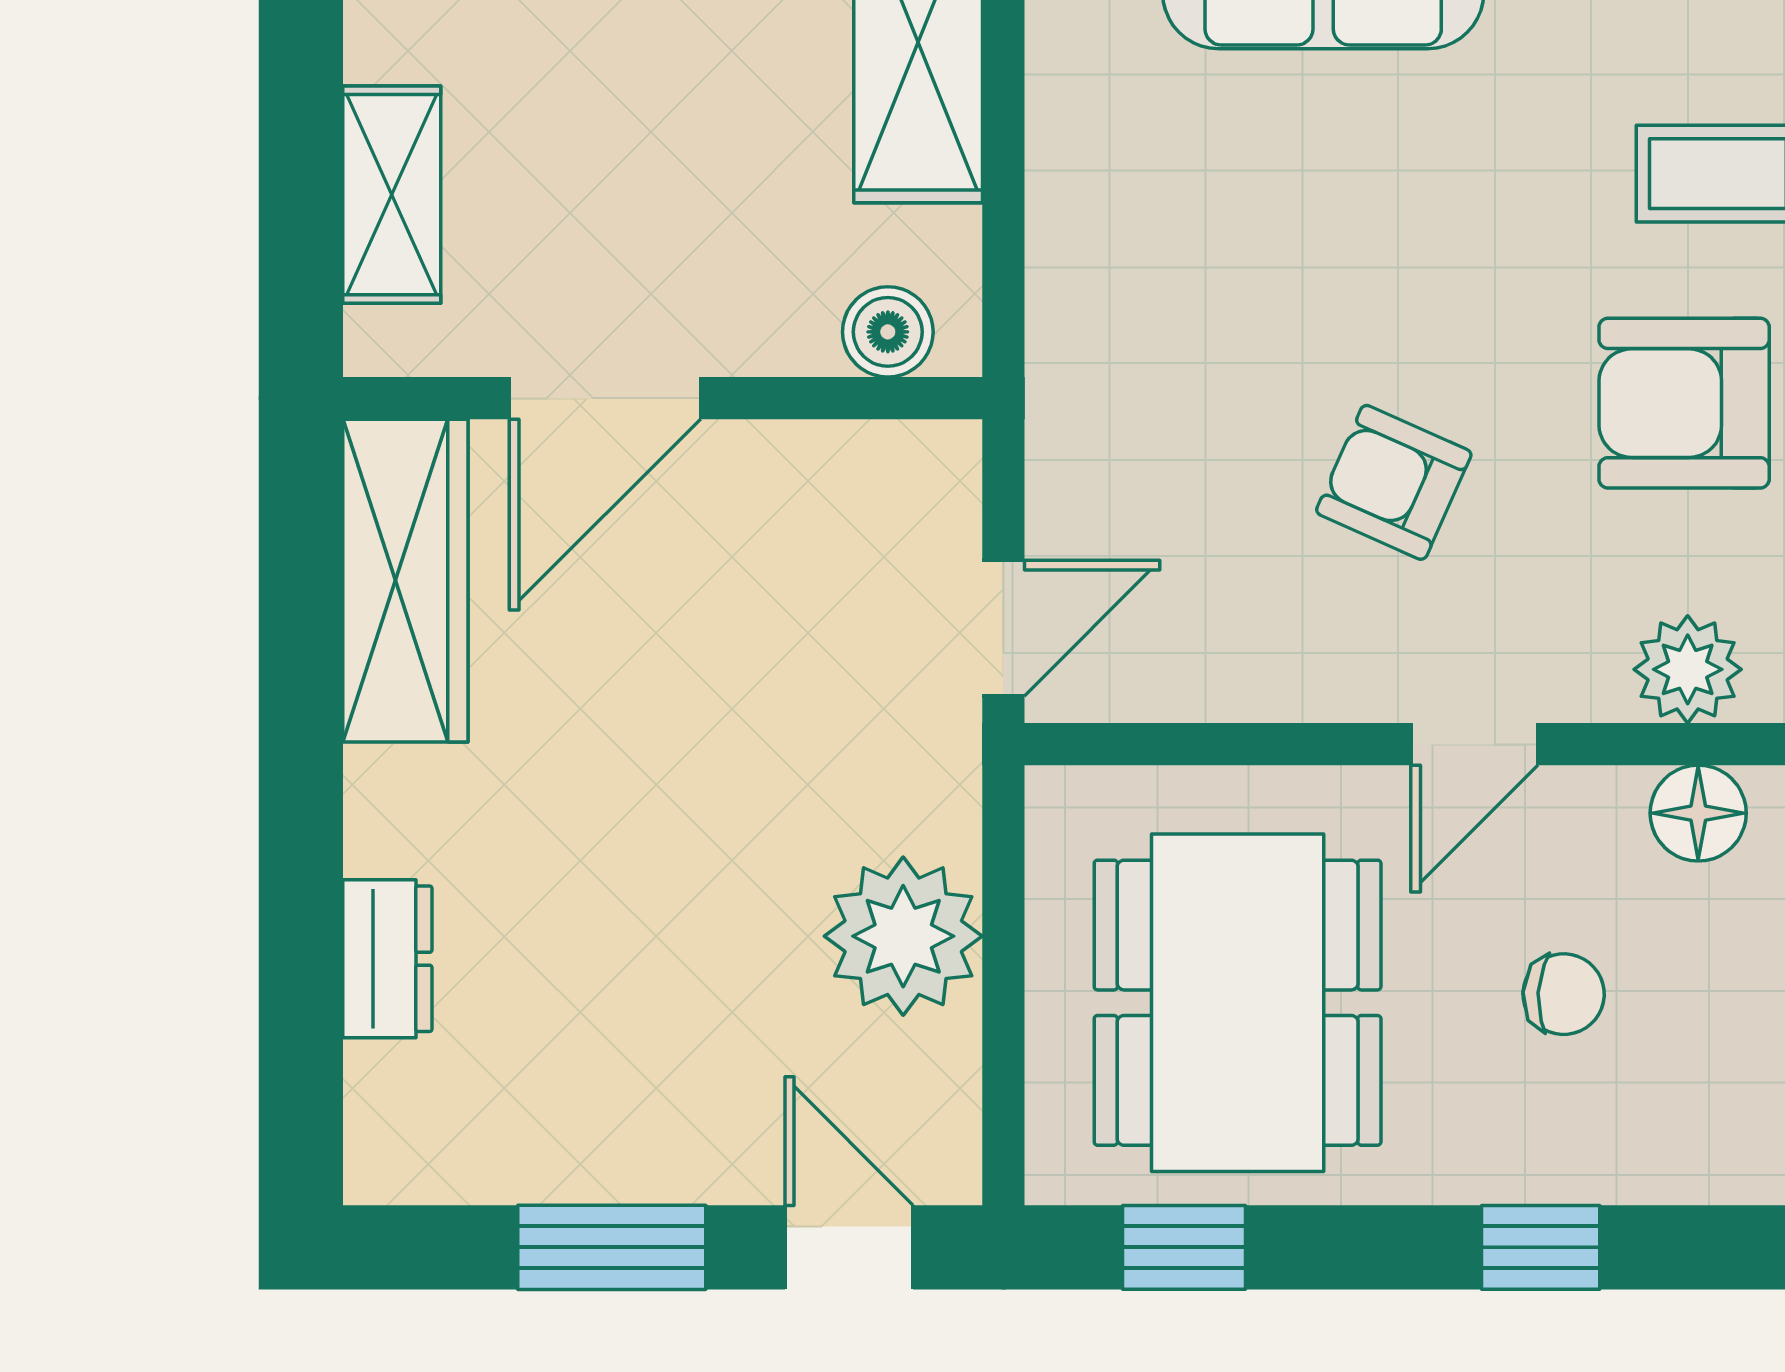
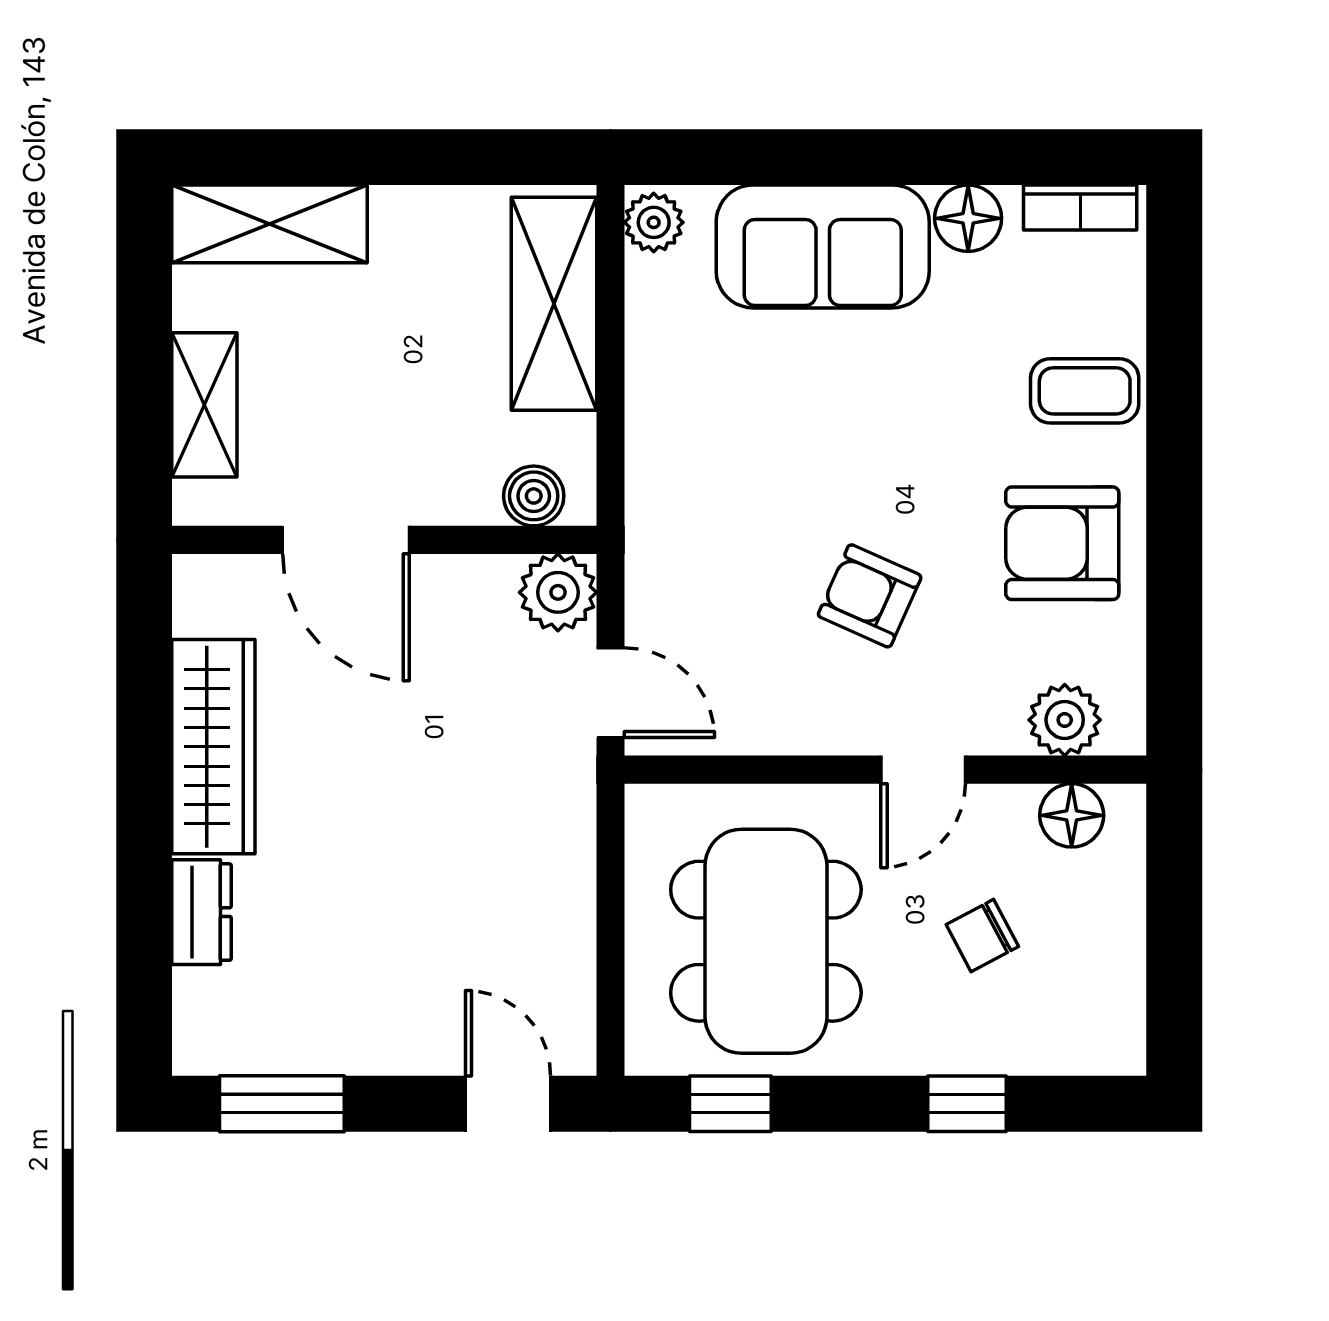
door: (605, 398) -> (346, 540), hinge flipped
wardrobe: (405, 581) -> (213, 747), moved
door: (1003, 628) -> (610, 693), hinge flipped
plant: (903, 936) -> (558, 592), moved, width x0.73, depth x0.73
chair: (1564, 994) -> (982, 936), turned 149
window: (612, 1247) -> (282, 1104), moved

